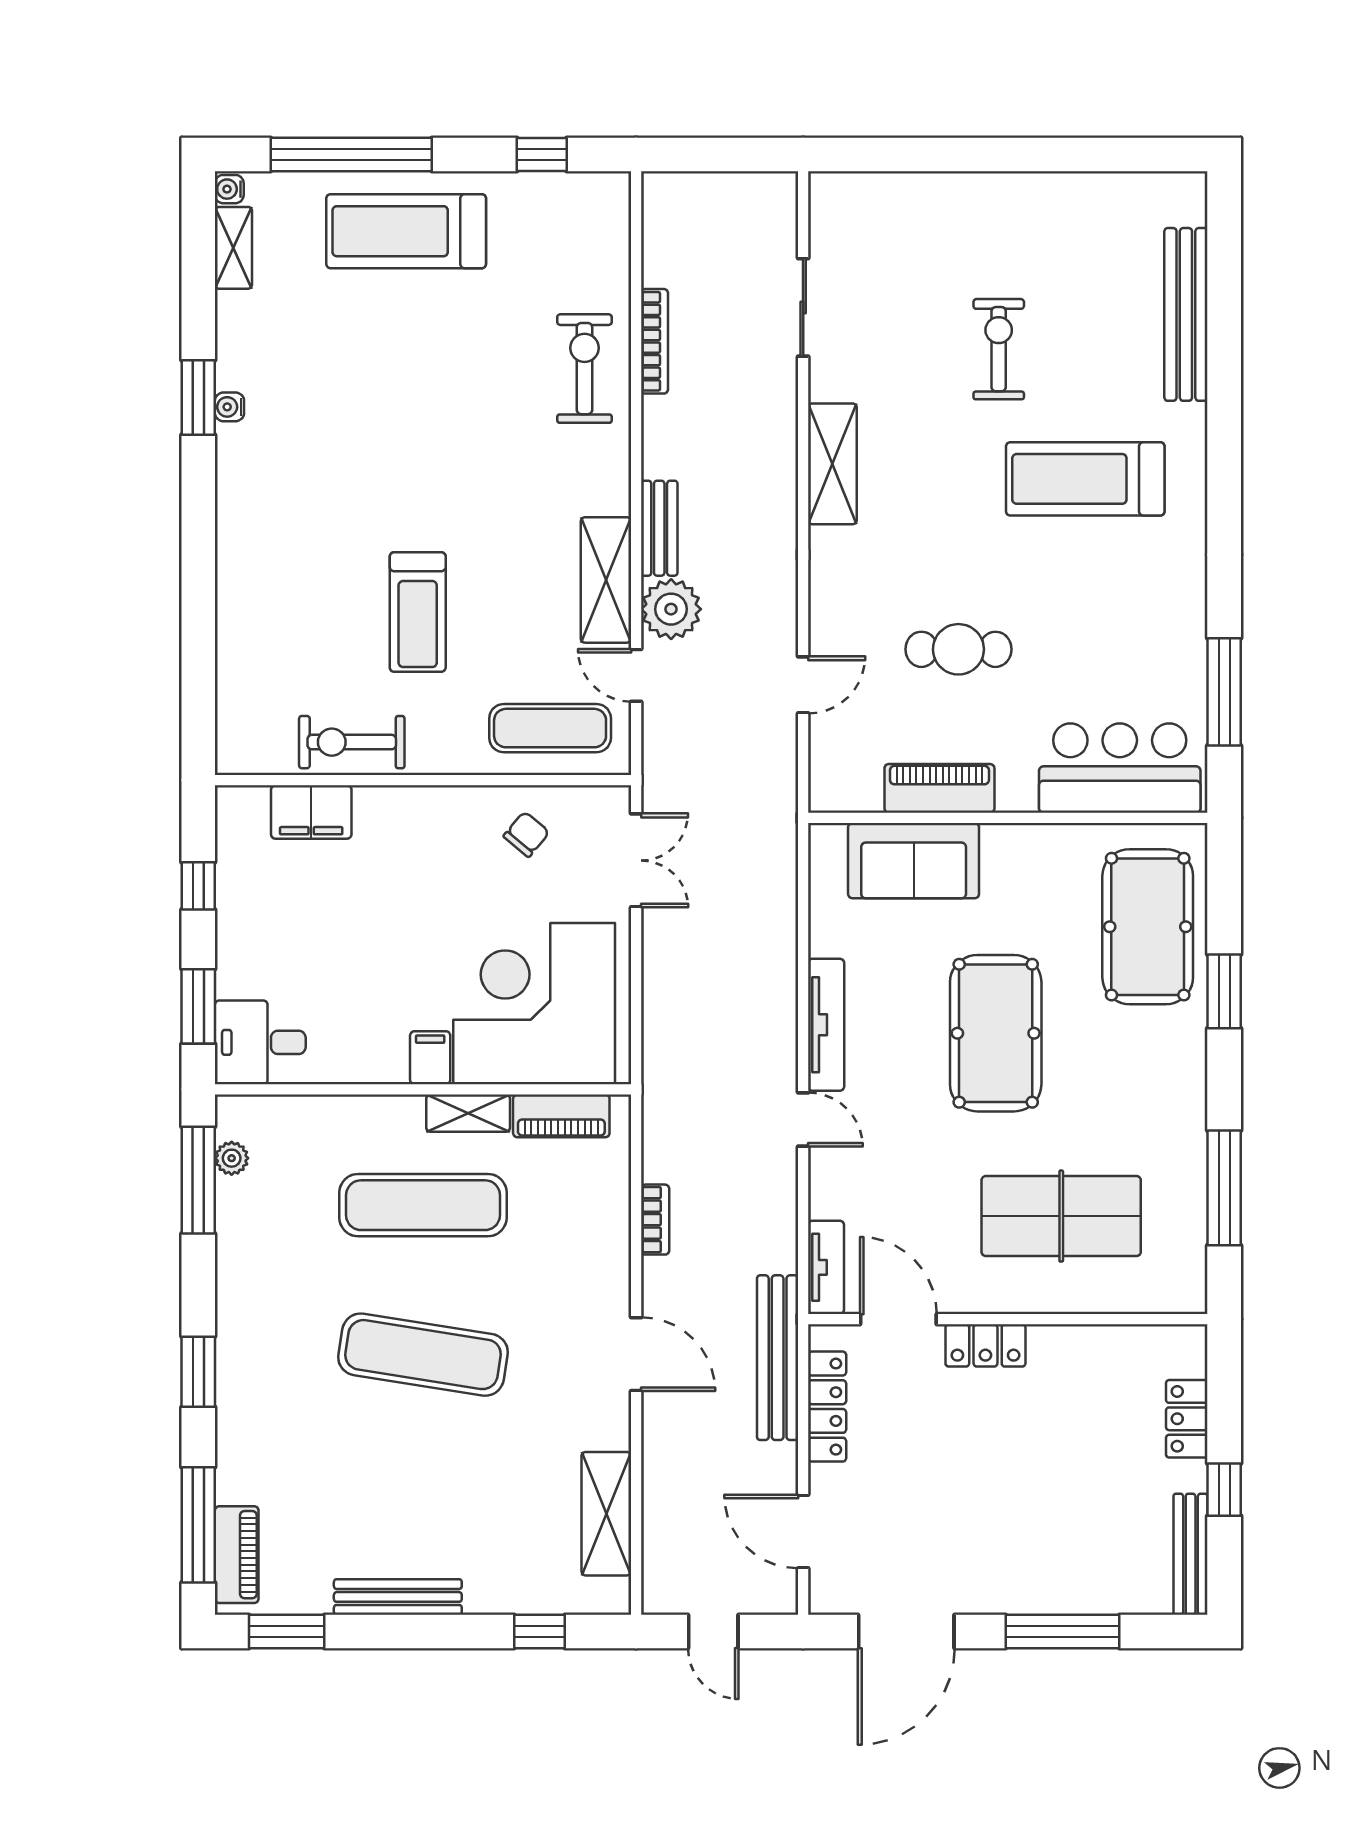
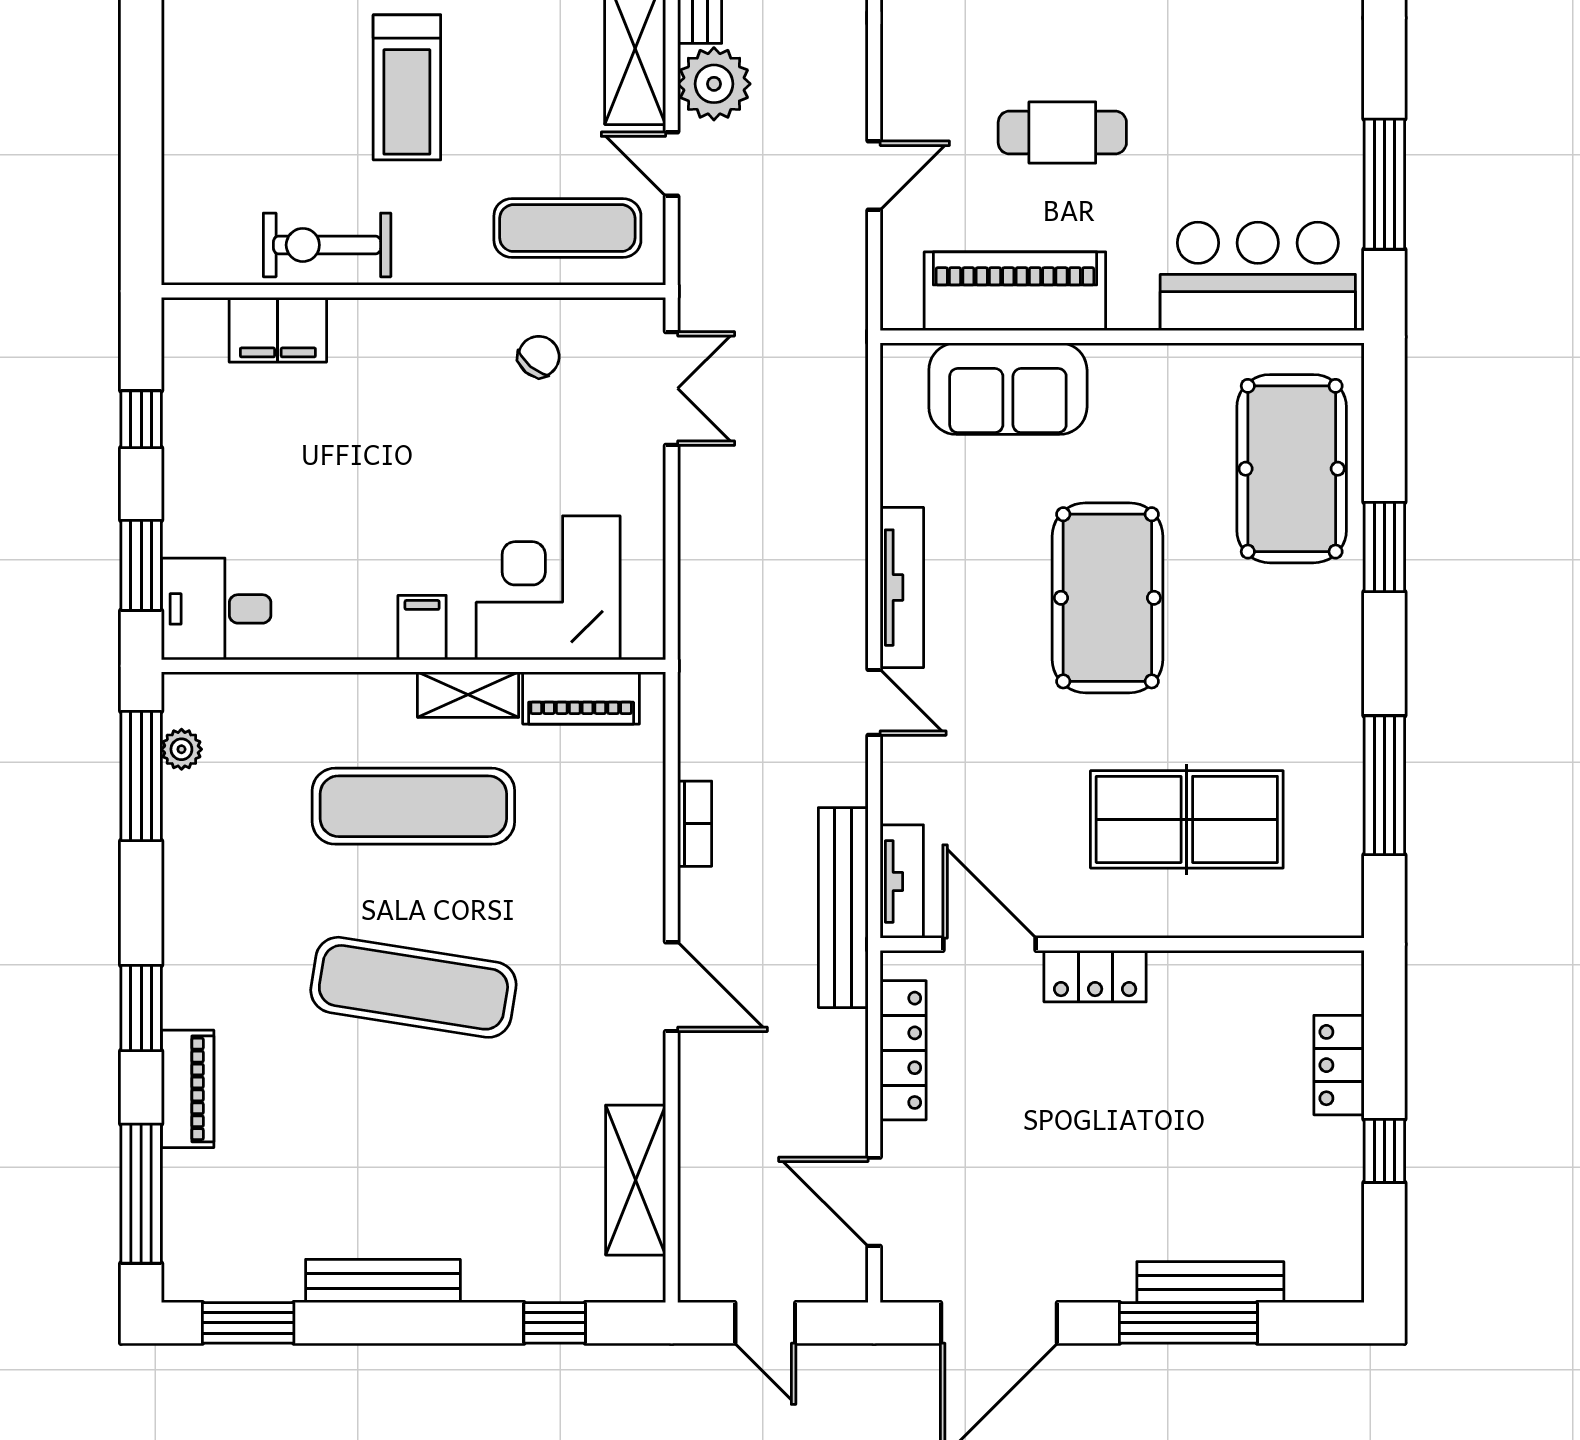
piano: (939, 788) -> (1015, 291), width x1.37, depth x1.33
corner desk: (534, 1004) -> (548, 588), width x0.74, depth x0.74
bench: (778, 1358) -> (843, 908), moved
bench: (1191, 1554) -> (1210, 1282), moved, turned 90
piano: (237, 1555) -> (188, 1089), moved

